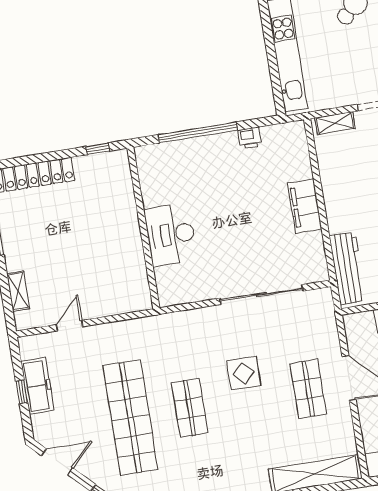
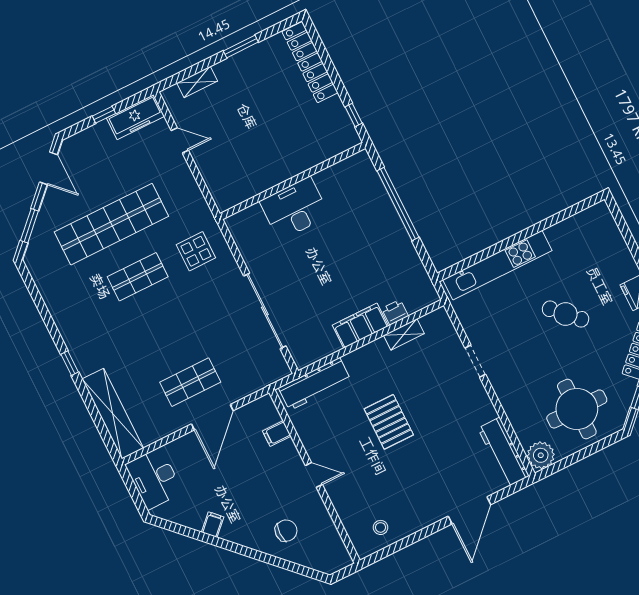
shelving: (335, 123) -> (404, 334), moved, turned 90
printer: (250, 138) -> (395, 312), moved, turned 90
display table: (244, 373) -> (196, 251), moved
freezer: (37, 386) -> (135, 117), moved

